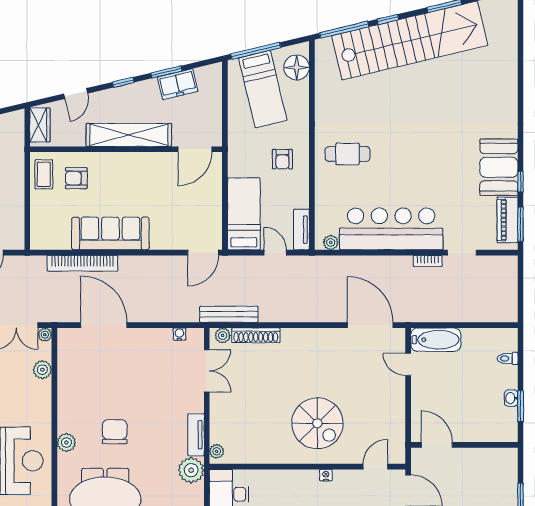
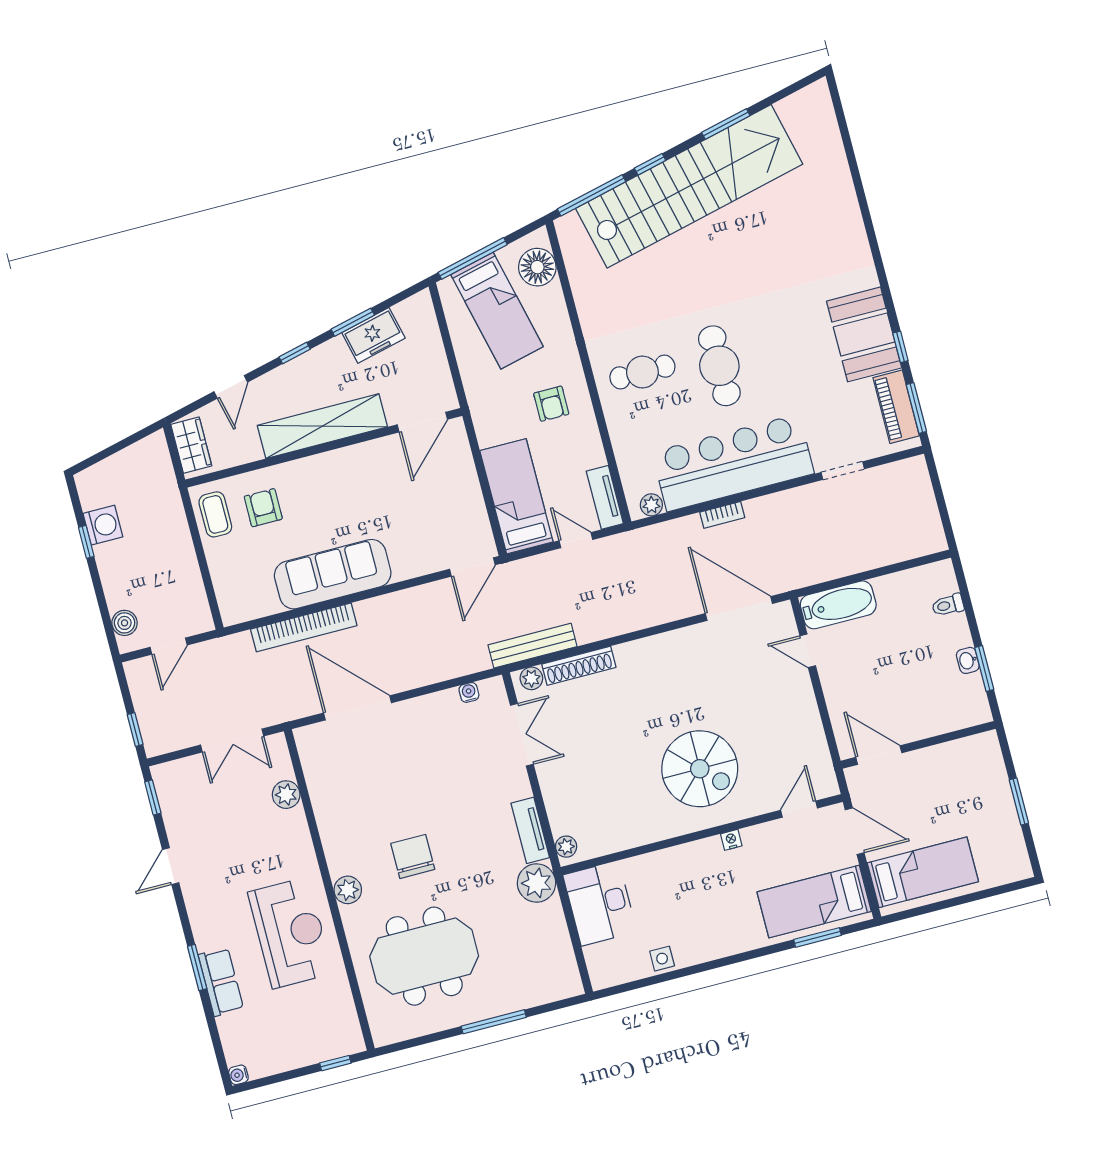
cafe table: (399, 163) -> (719, 366), added
armchair: (76, 178) -> (263, 508), turned 90
bookcase: (428, 261) -> (722, 515), moved
plant: (45, 335) -> (277, 744), removed

